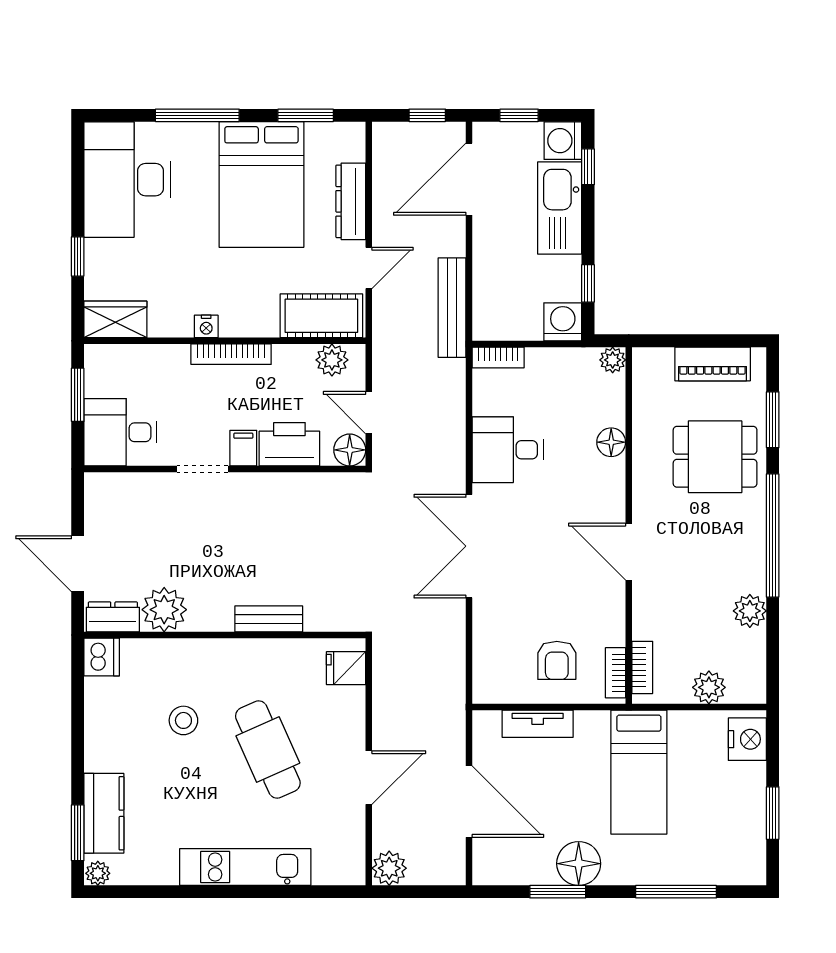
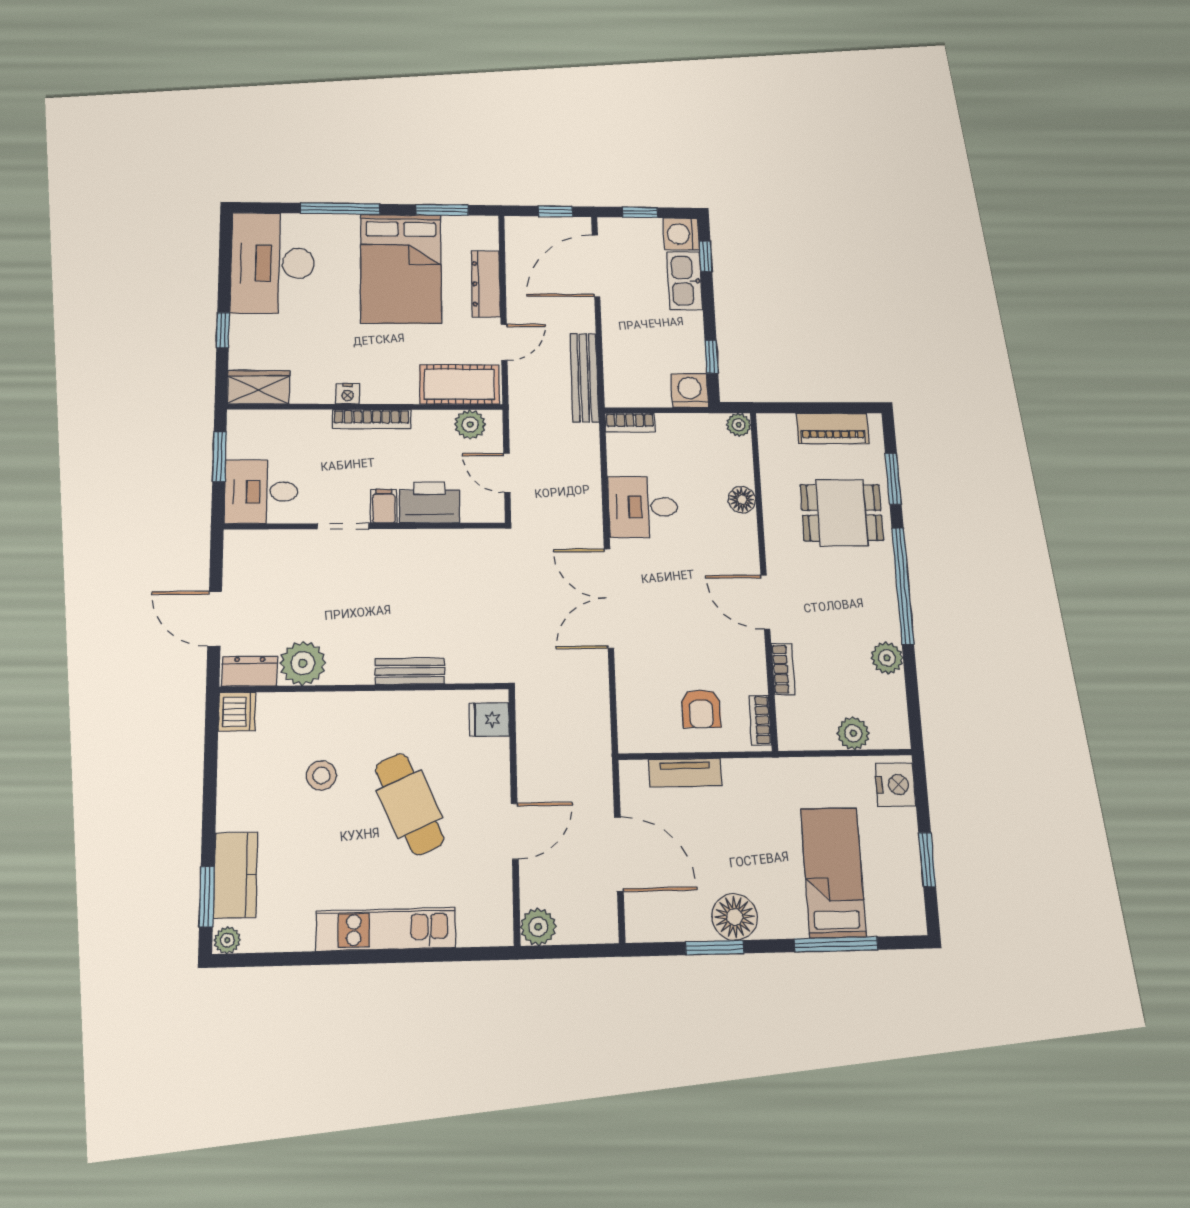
kitchen sink: (560, 208) -> (685, 281), width x0.73, depth x0.81
floor lamp: (350, 450) -> (489, 508), removed
bookcase: (642, 667) -> (783, 669), moved
bed: (639, 772) -> (833, 872), moved, turned 180

